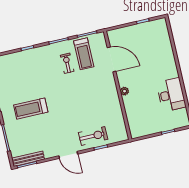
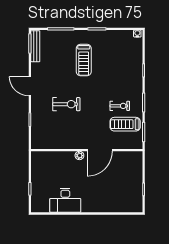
door: (112, 59) -> (100, 150), moved
treadmill: (31, 109) -> (84, 60), turned 180
exercise bike: (93, 136) -> (66, 104), moved, turned -90
door: (68, 155) -> (30, 86), hinge flipped

